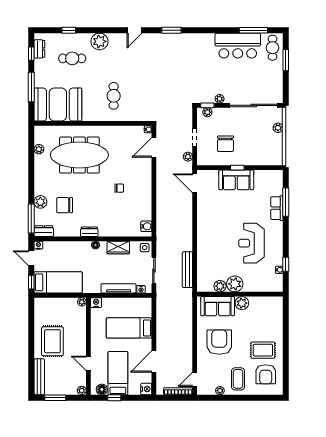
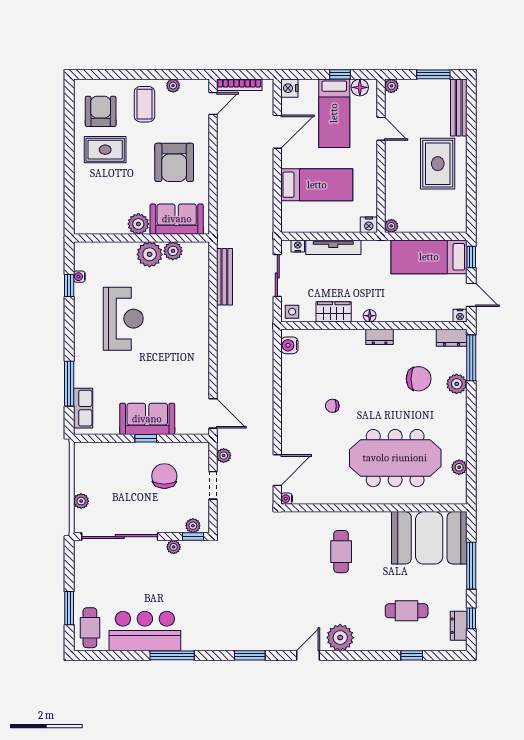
window: (253, 30) -> (172, 655), moved
plant: (100, 41) -> (340, 638), moved
row of seats: (277, 208) -> (83, 408), moved

